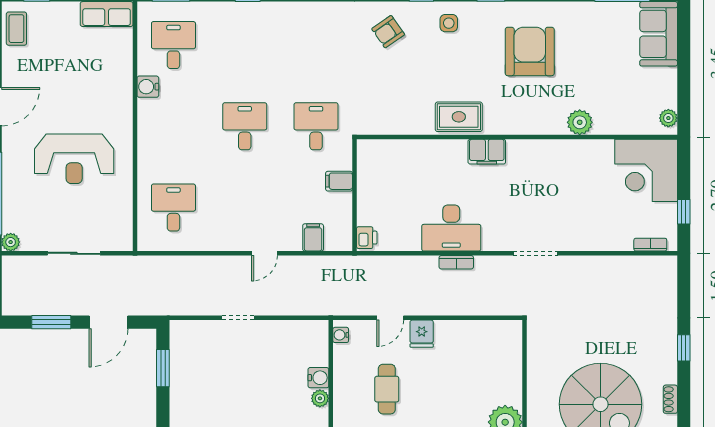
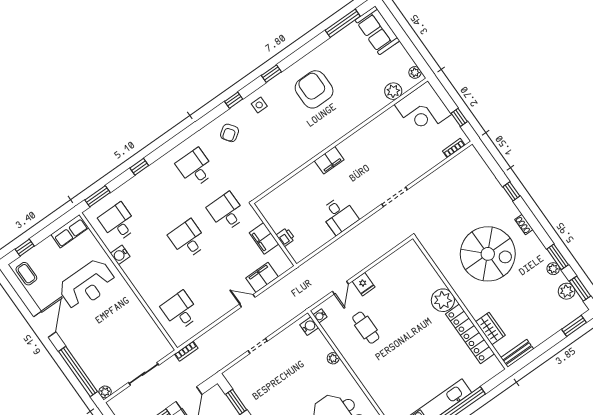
desk: (316, 45) -> (195, 168), added
rug: (459, 117) -> (301, 152), removed
plant: (580, 122) -> (393, 91), moved
reception desk: (74, 159) -> (87, 285), moved
filing cabinet: (339, 181) -> (264, 238), width x2.00
desk: (451, 228) -> (339, 215), width x0.73
filing cabinet: (313, 237) -> (262, 277), width x2.00
printer: (367, 238) -> (286, 237), moved
door: (264, 253) -> (247, 301), swing flipped
bookcase: (456, 262) -> (186, 351), moved
water cooler: (318, 378) -> (309, 326), moved

